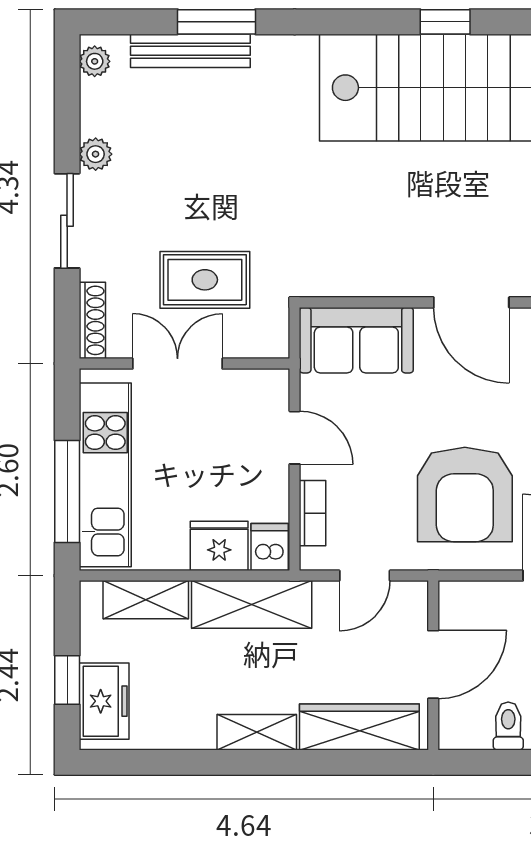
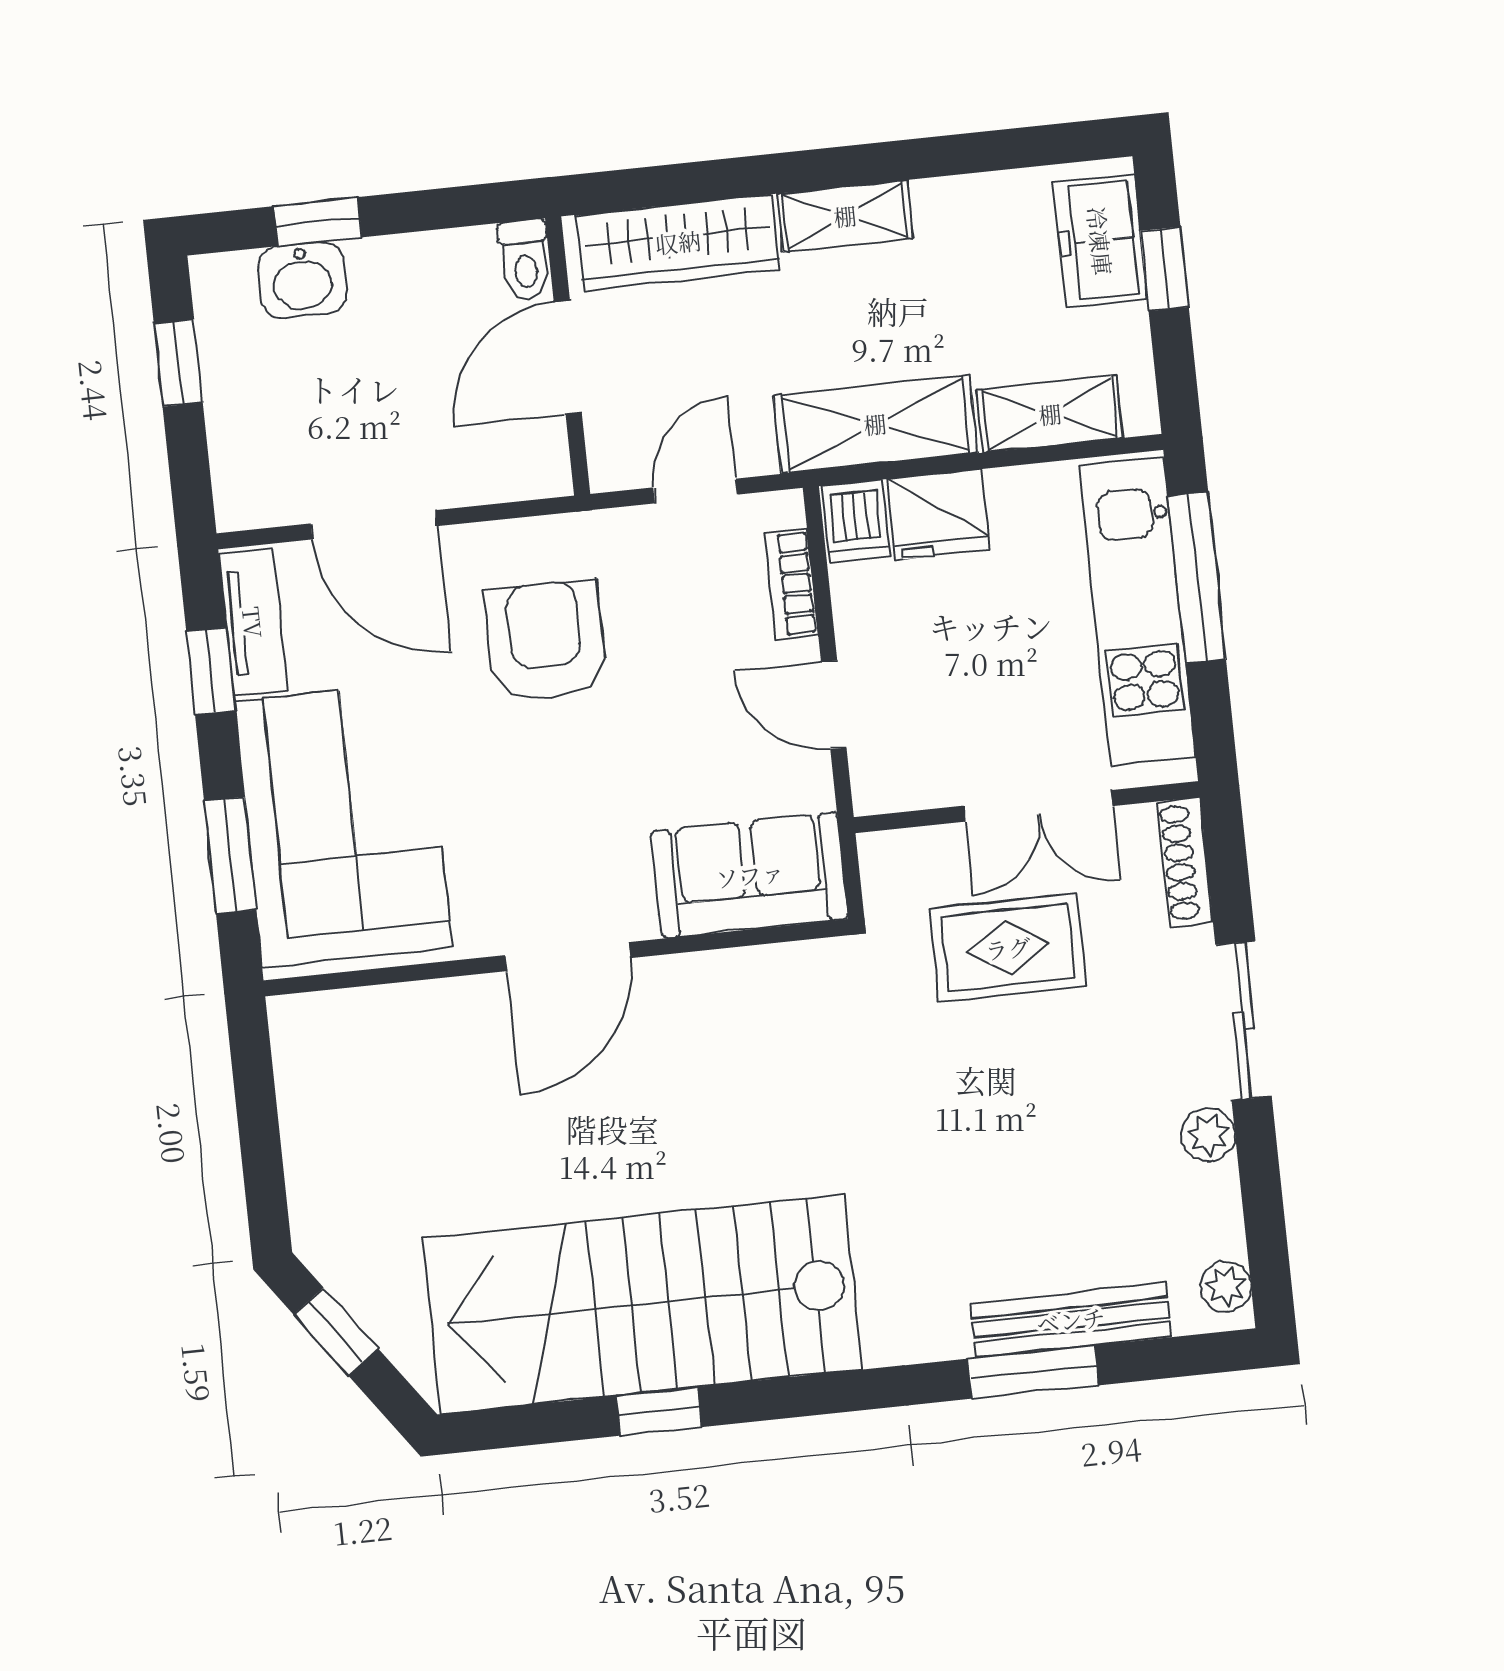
door: (471, 302) -> (568, 957), swing flipped
armchair: (465, 495) -> (545, 641), width x0.73, depth x0.73
toilet: (508, 726) -> (525, 260), moved

